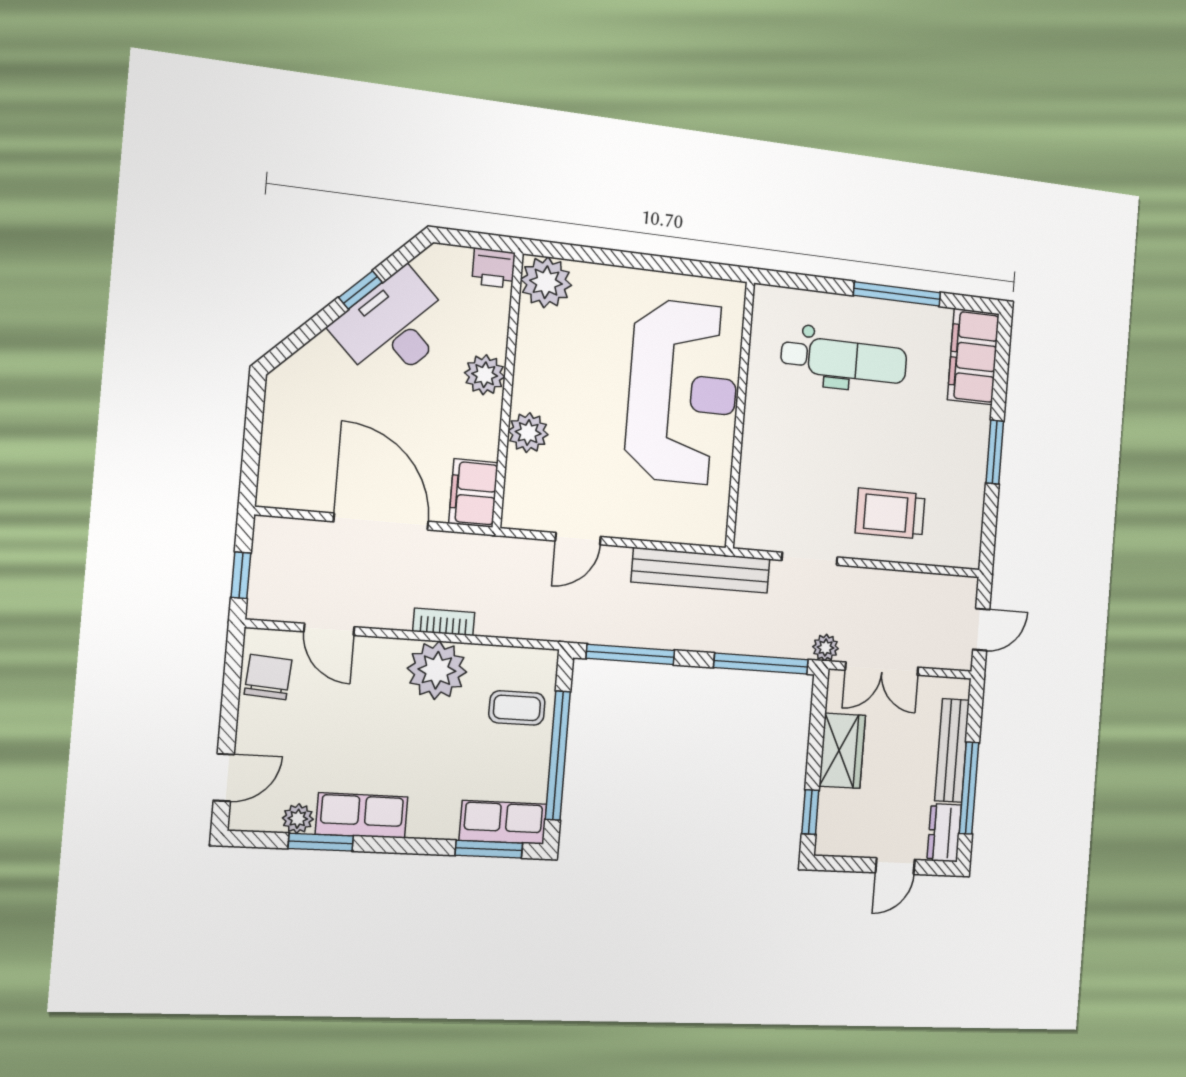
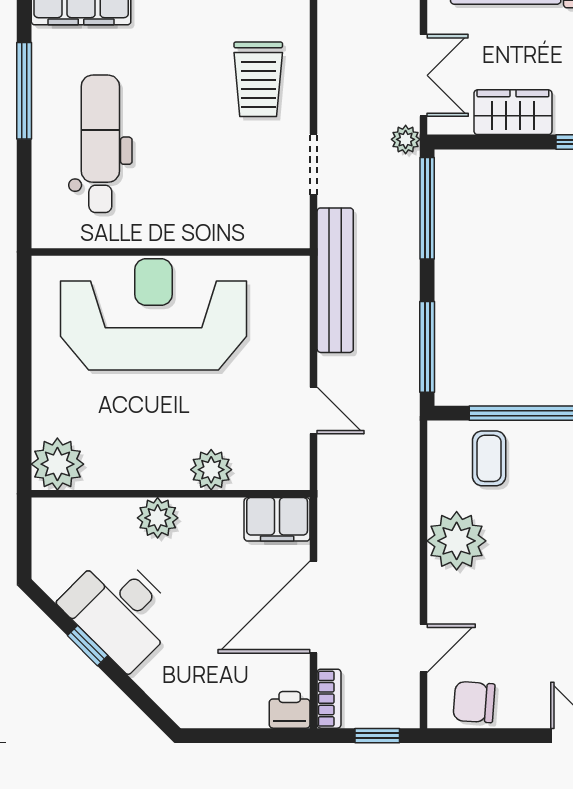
printer: (493, 268) -> (290, 710), moved, turned -90
bookcase: (444, 622) -> (329, 699), moved, turned 180

